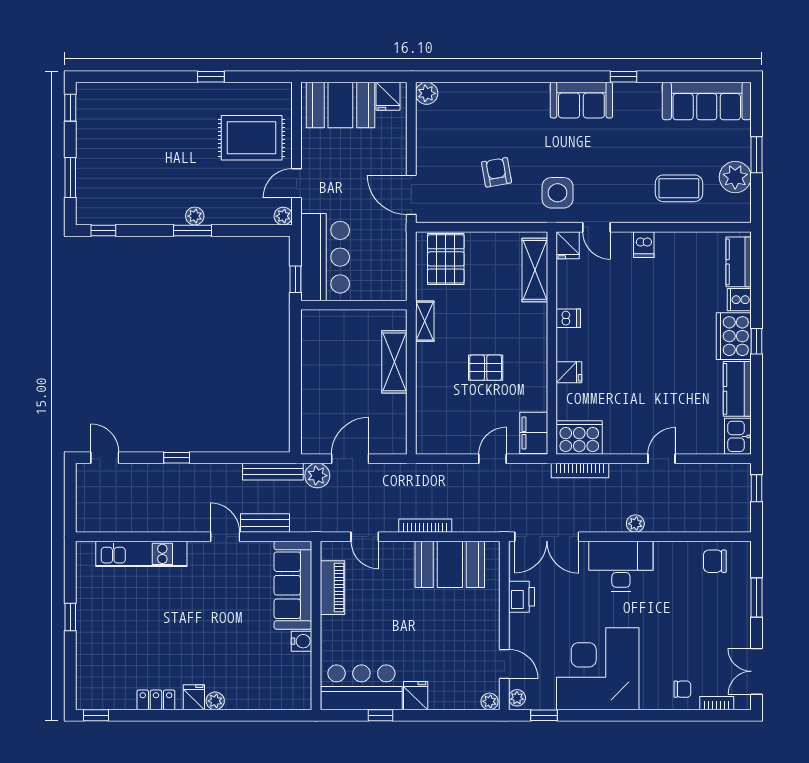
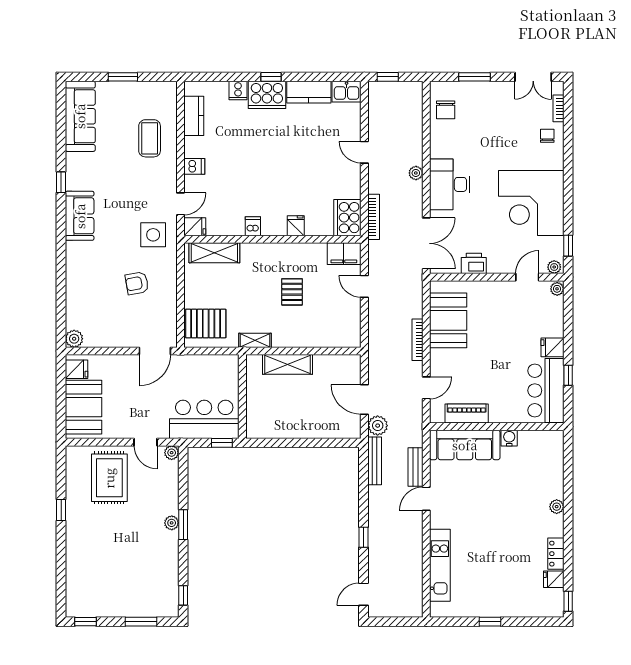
plant: (735, 177) -> (141, 94), removed
kitchen counter: (739, 262) -> (194, 116), moved, turned -90
fridge: (194, 697) -> (554, 579), moved

